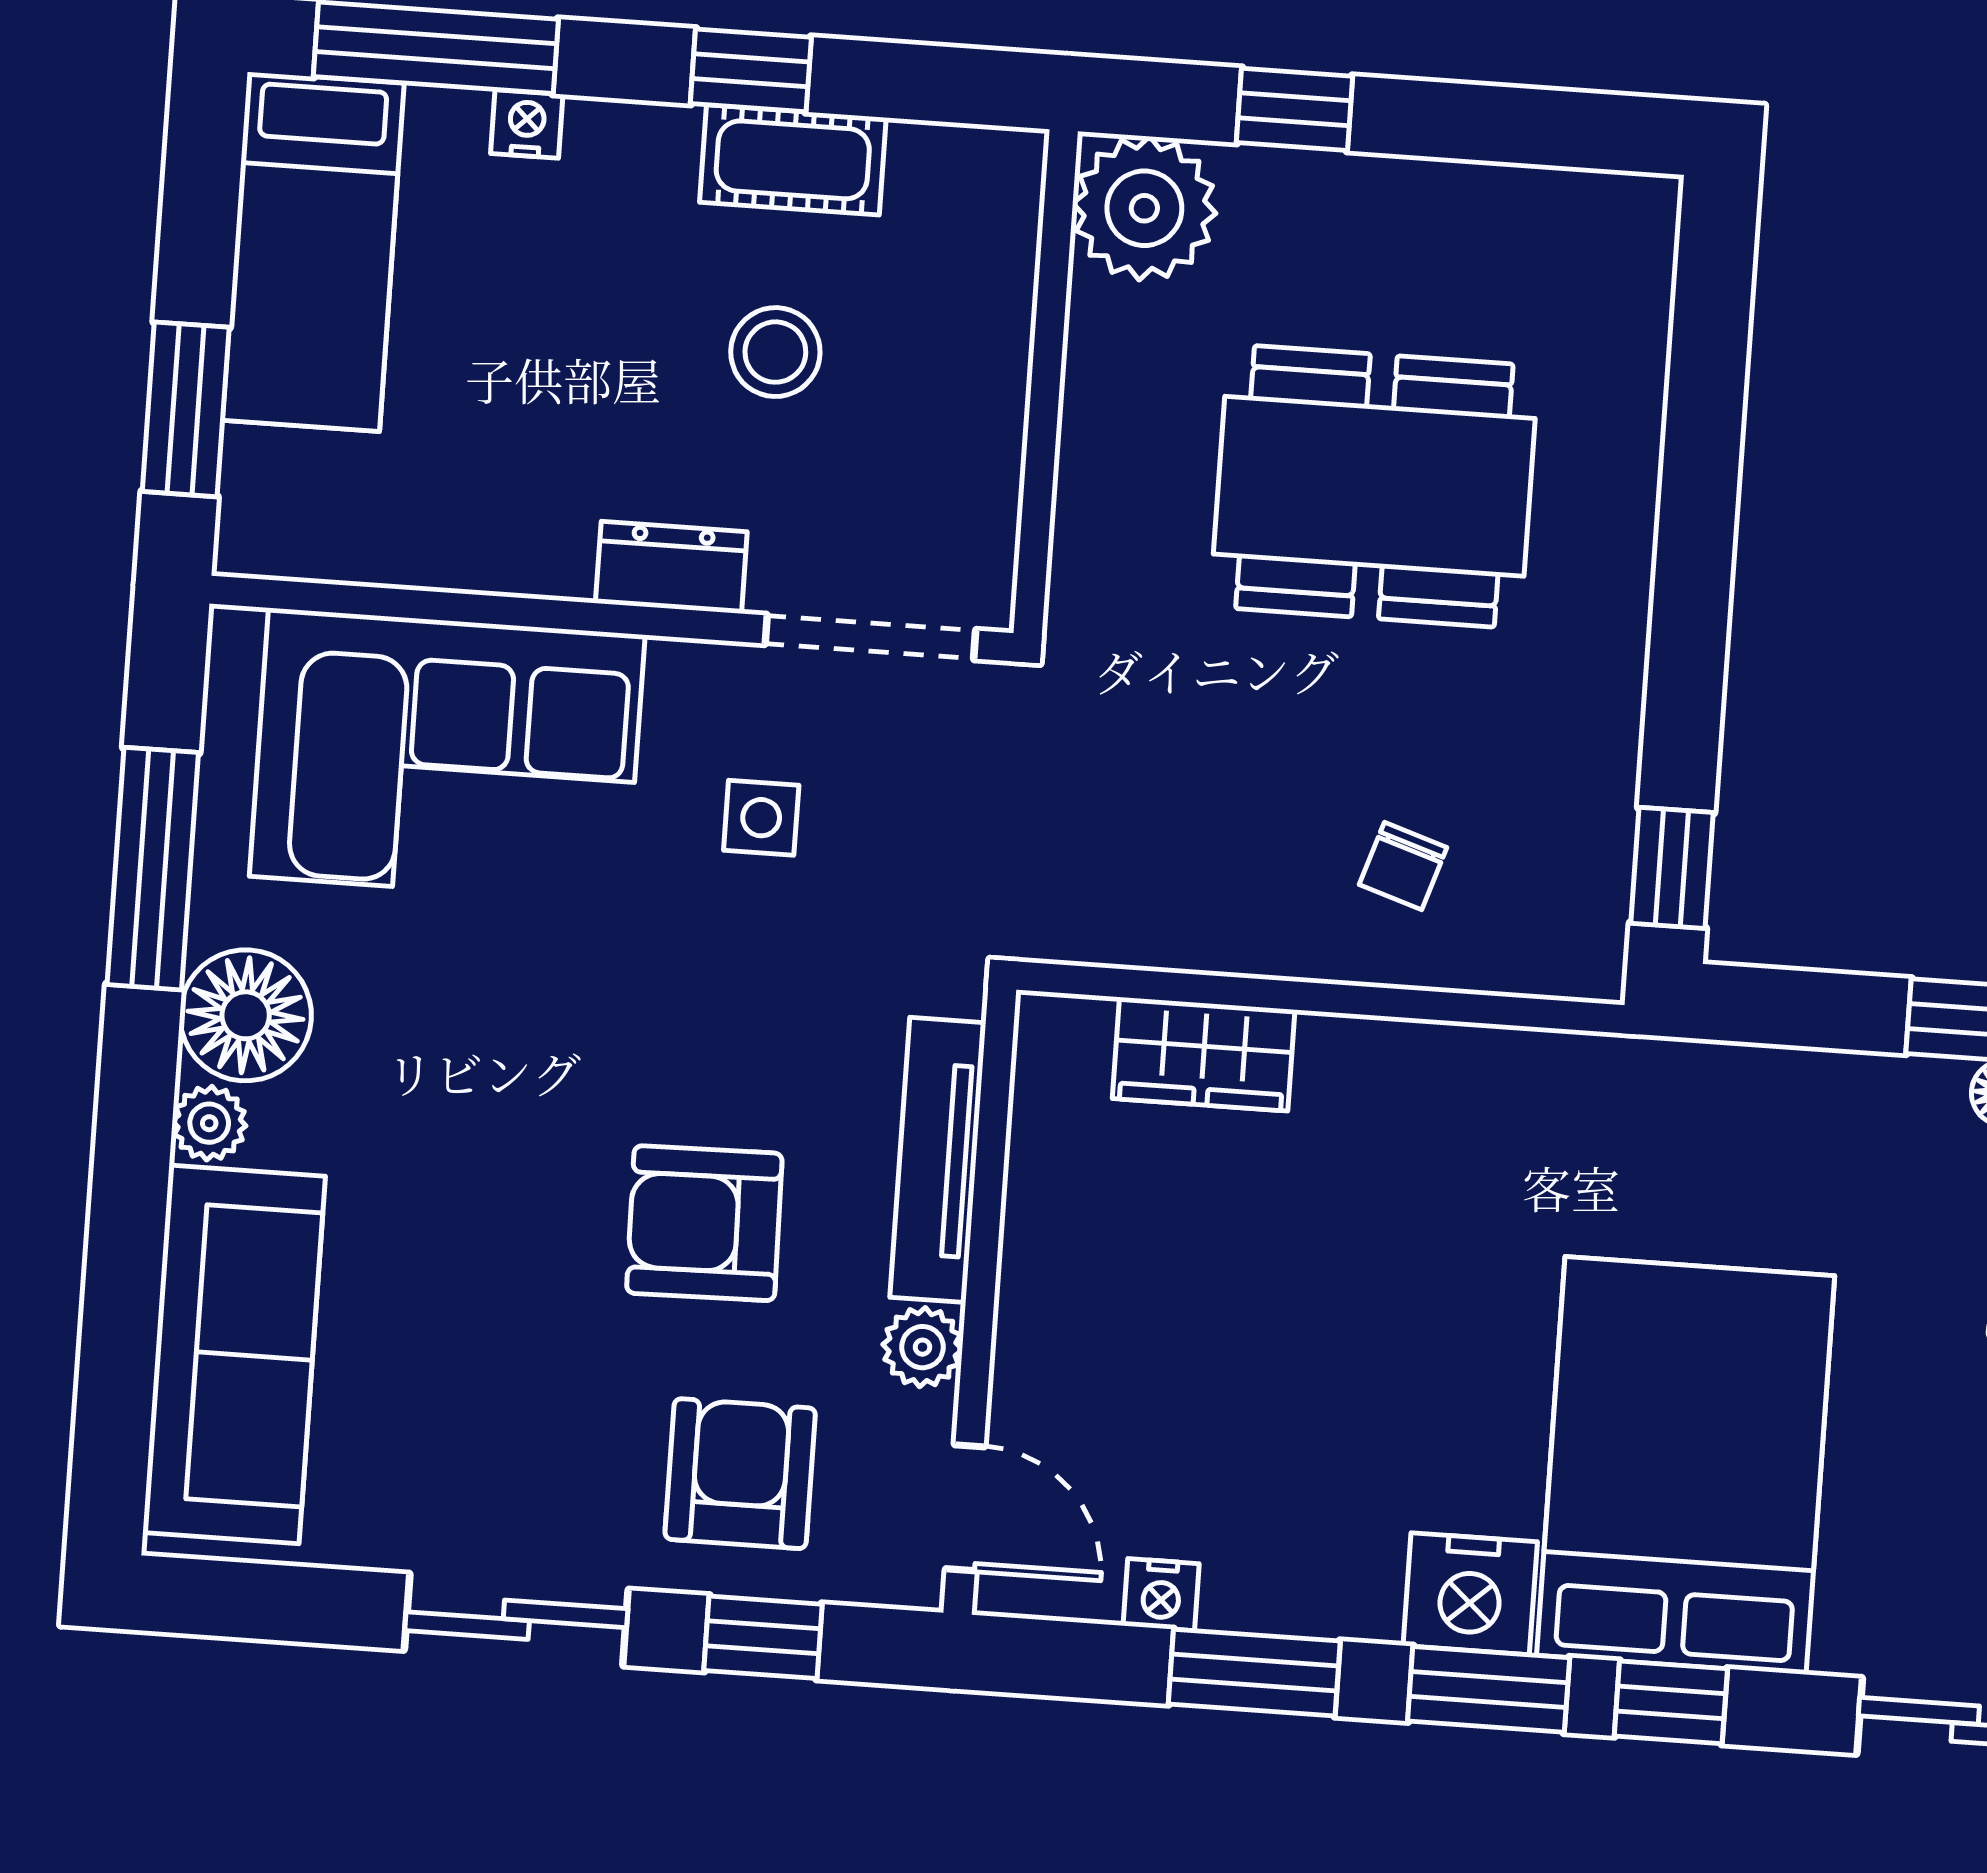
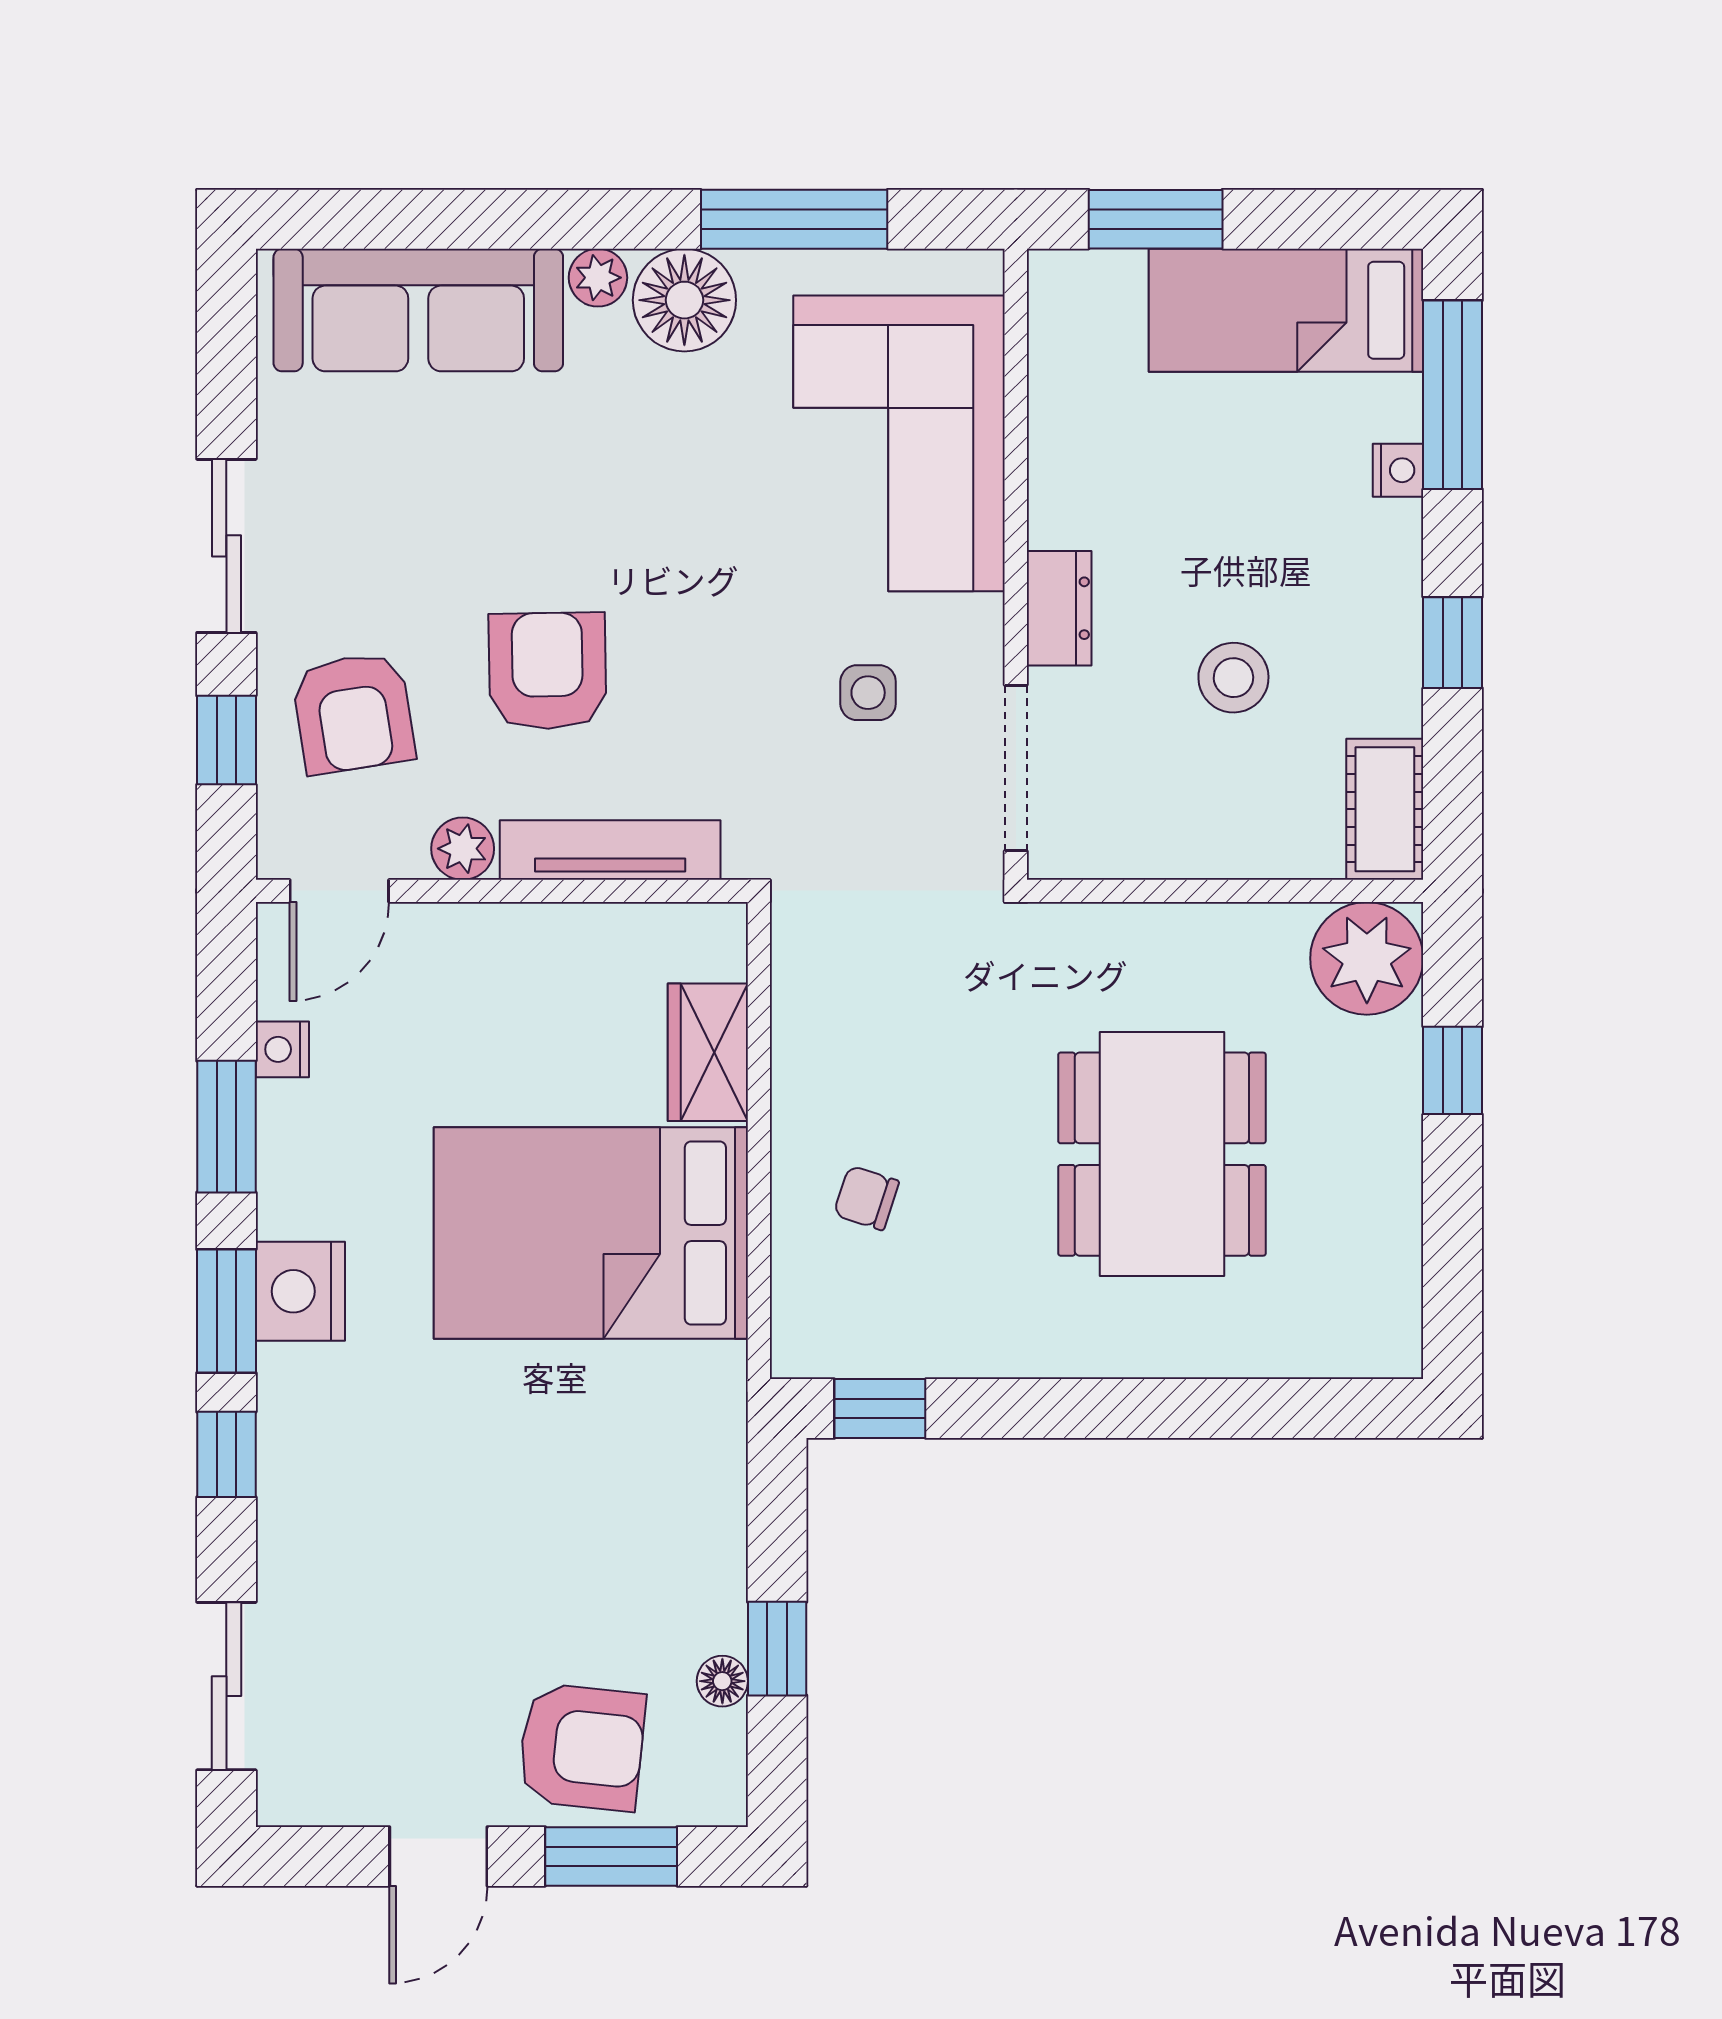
cot: (793, 160) -> (1385, 809), moved
bed: (1686, 1465) -> (591, 1233), moved, turned 180
armchair: (740, 1474) -> (353, 713), turned 81

